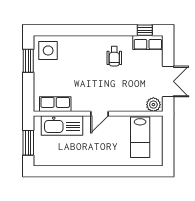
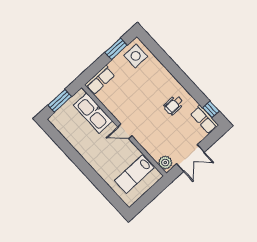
row of seats: (55, 104) -> (100, 80), moved, turned 90

